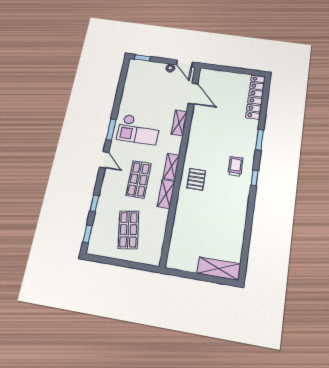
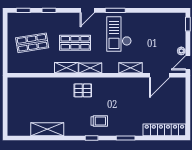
shelving: (219, 269) -> (47, 129), moved, turned 90

